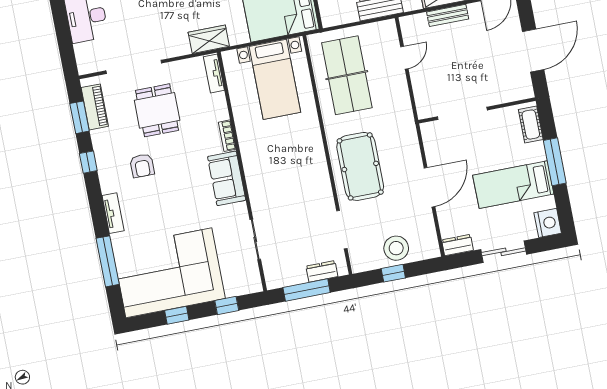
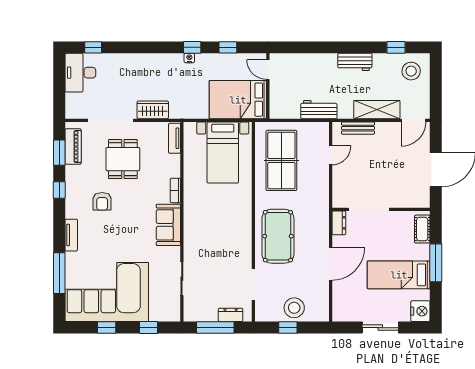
bench: (448, 15) -> (358, 128), moved
wardrobe: (209, 39) -> (153, 110), moved
dresser: (458, 245) -> (339, 223), moved, turned 90

